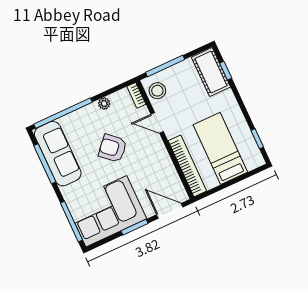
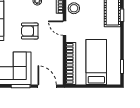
armchair: (113, 148) -> (30, 31), turned -42

